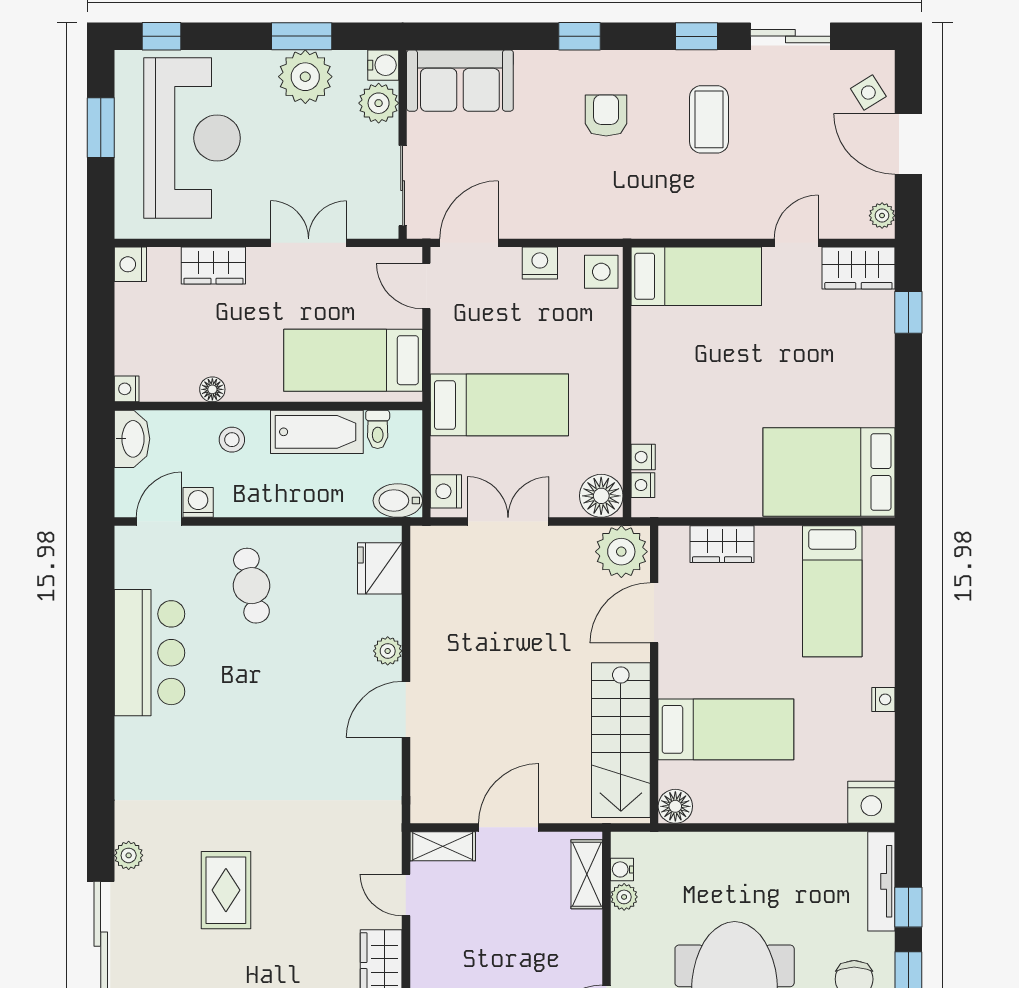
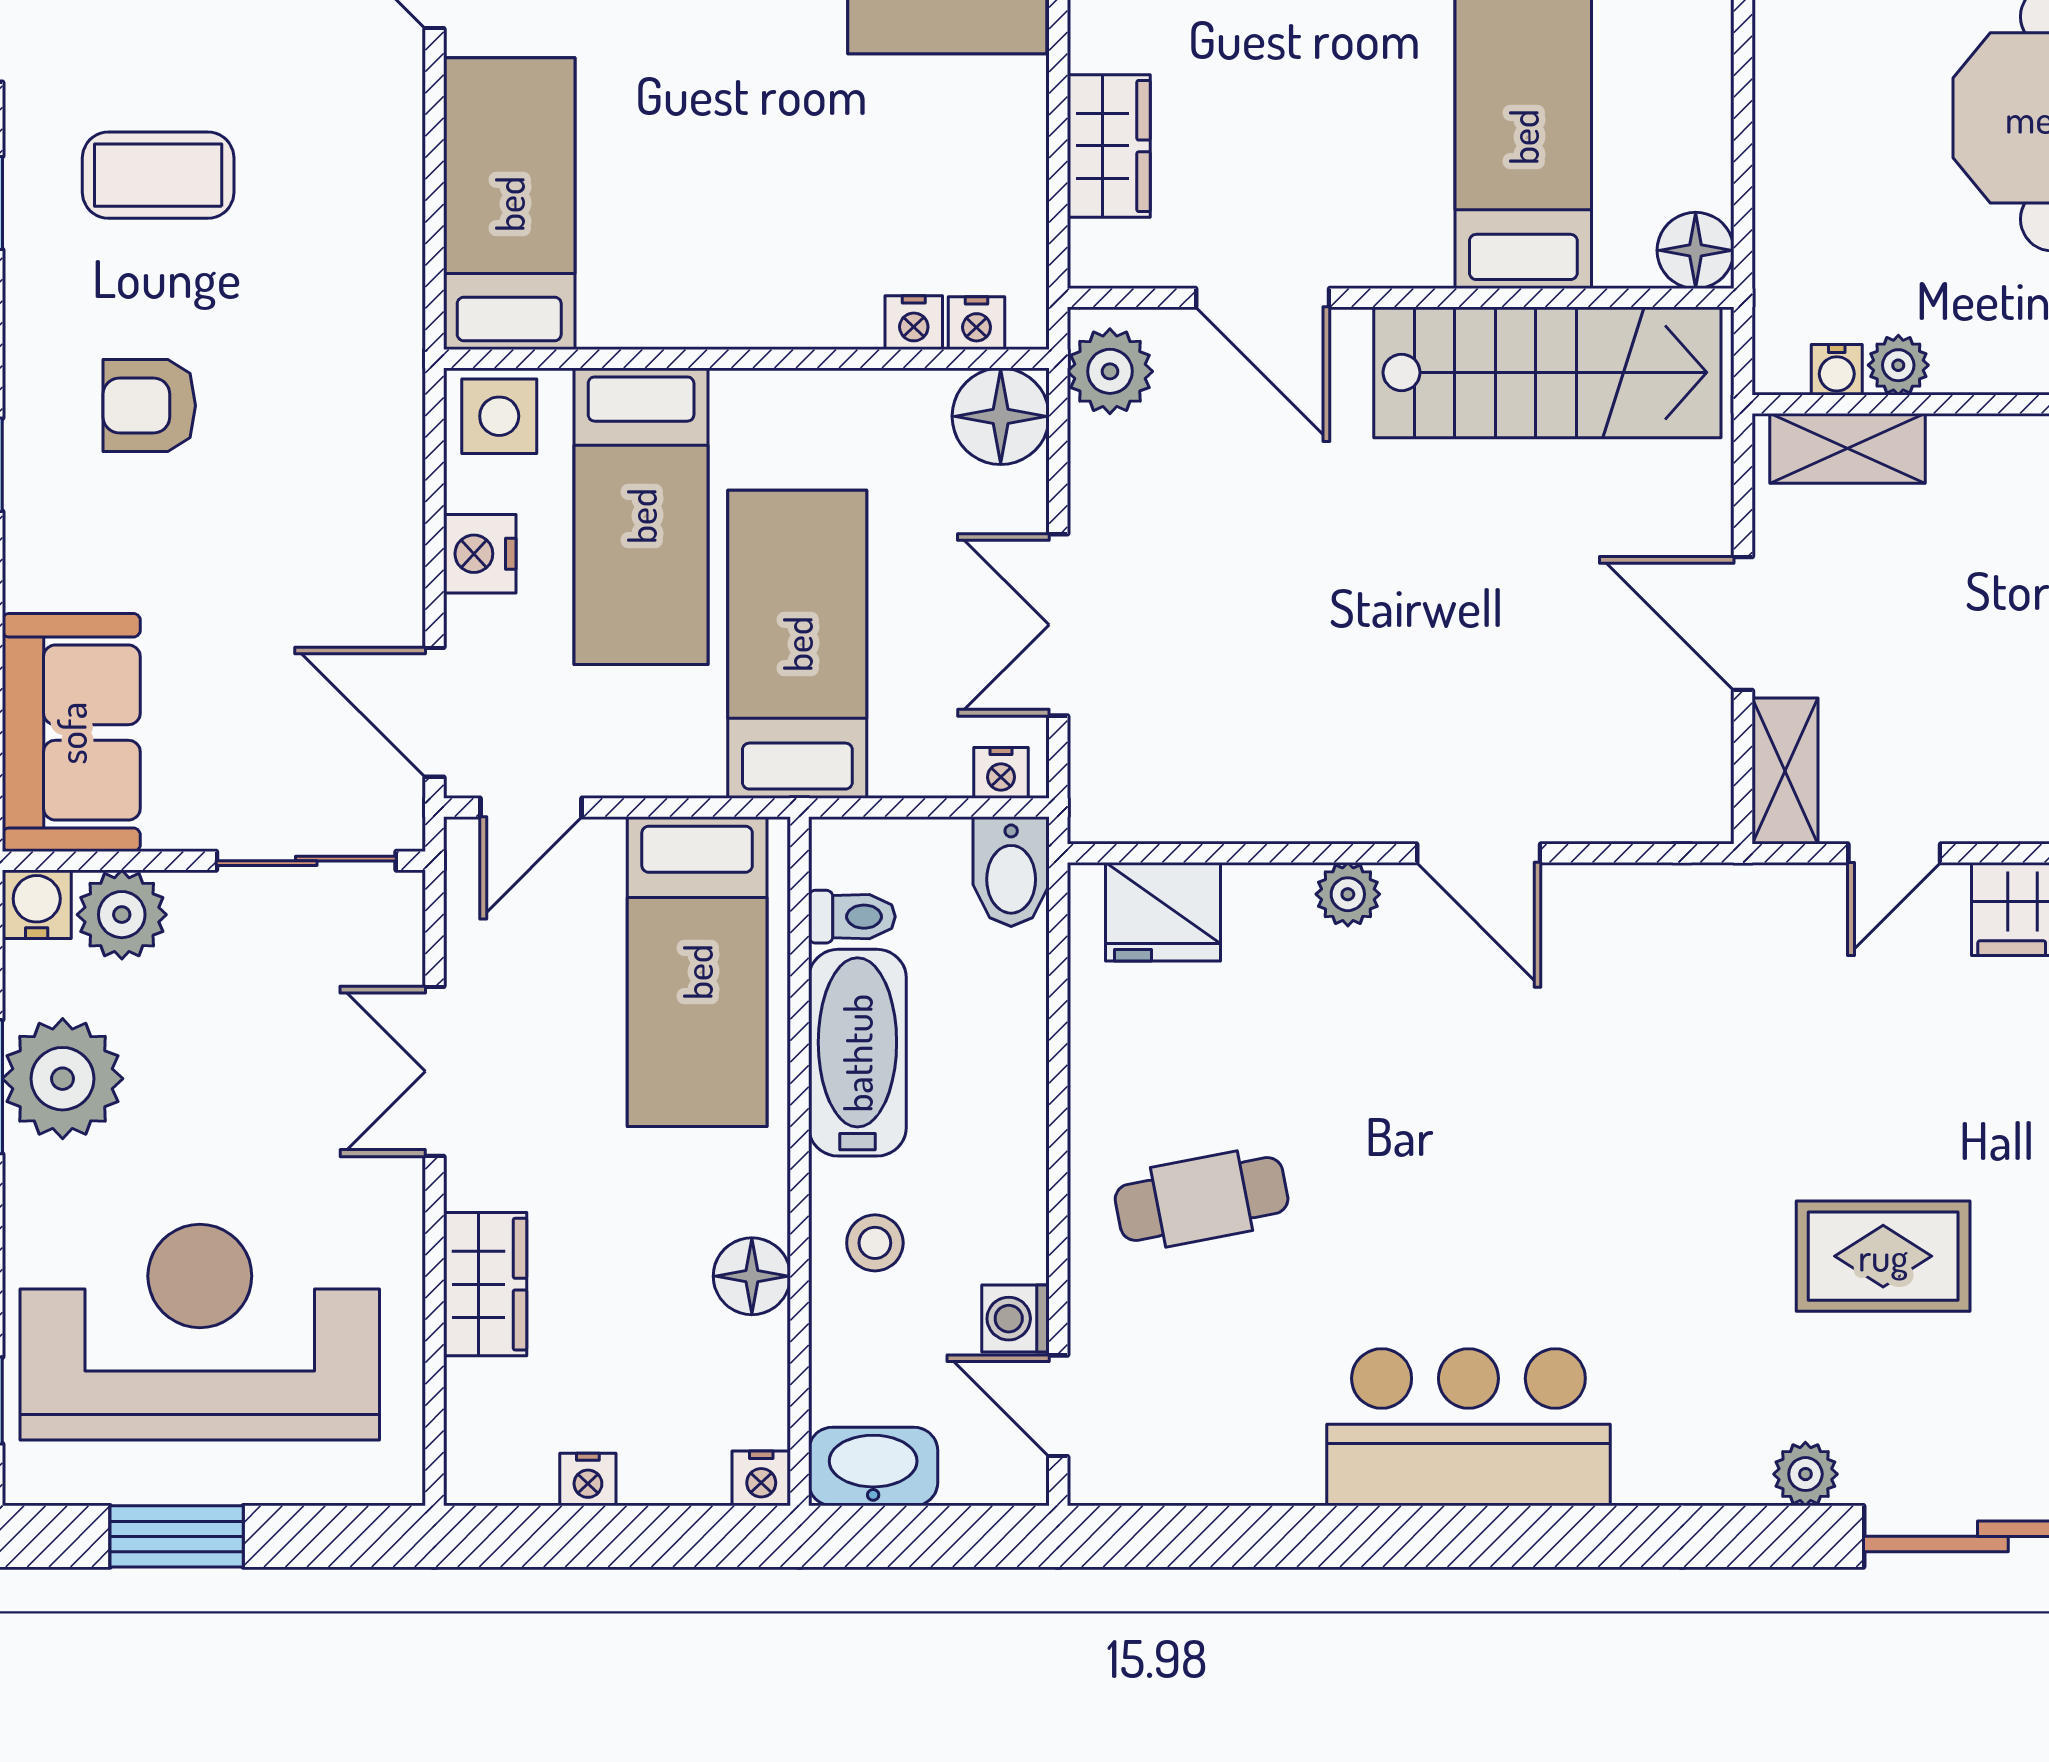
nightstand: (130, 264) -> (588, 1479), moved, width x0.72, depth x0.74
bed: (557, 335) -> (641, 516), added
floor lamp: (212, 389) -> (752, 1276), width x1.37, depth x1.37
nightstand: (446, 491) -> (1001, 773), width x0.72, depth x0.74
plant: (621, 552) -> (1110, 371), width x0.73, depth x0.73
bar counter: (149, 653) -> (1468, 1427), moved

